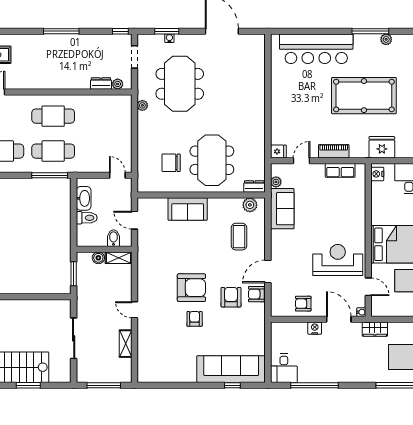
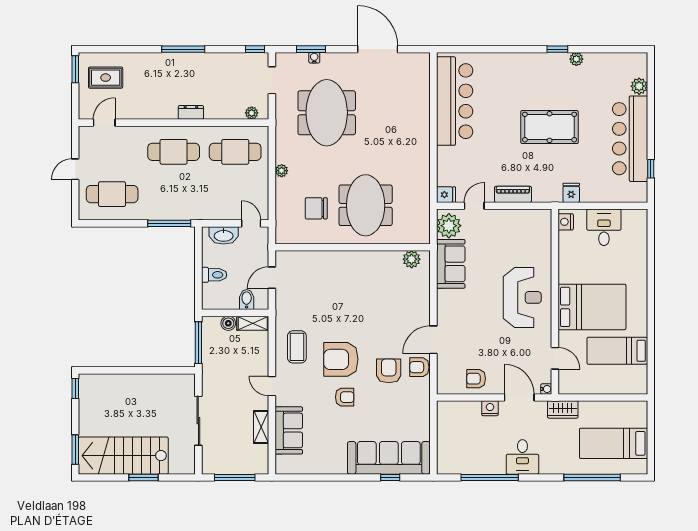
window: (370, 31) -> (557, 49), width x0.46
bar counter: (316, 49) -> (455, 101), moved, turned -90
dresser: (101, 83) -> (191, 112), moved
pool table: (364, 96) -> (550, 127), width x0.73, depth x0.76
plant: (142, 105) -> (282, 171), moved
fridge: (382, 147) -> (571, 193), width x0.53, depth x0.75
cafe table: (53, 151) -> (235, 152), moved
row of seats: (340, 170) -> (521, 217), removed
plant: (276, 182) -> (449, 226), width x1.88, depth x1.88
dresser: (254, 187) -> (417, 237), removed
washbasin: (84, 198) -> (224, 235), moved, turned 90
sofa: (188, 209) -> (289, 430), moved, turned -90
door: (134, 220) -> (272, 278), hinge flipped
coffee table: (239, 237) -> (297, 347), moved
reception desk: (338, 260) -> (522, 297), moved, turned 90
window: (74, 274) -> (198, 343), width x1.44
armchair: (191, 288) -> (341, 359), turned 180
armchair: (195, 319) -> (345, 397), turned 90
desk: (284, 368) -> (522, 457), moved

